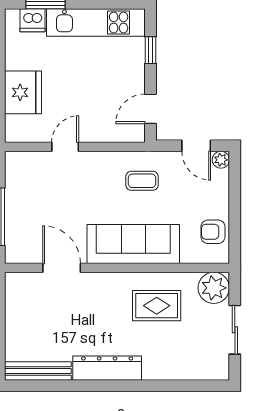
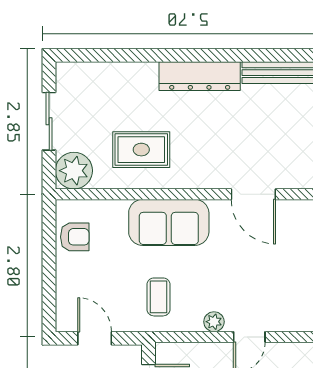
plant: (221, 160) -> (214, 322), moved
coffee table: (142, 181) -> (158, 297), turned 90
sofa: (133, 244) -> (169, 222), width x0.73

